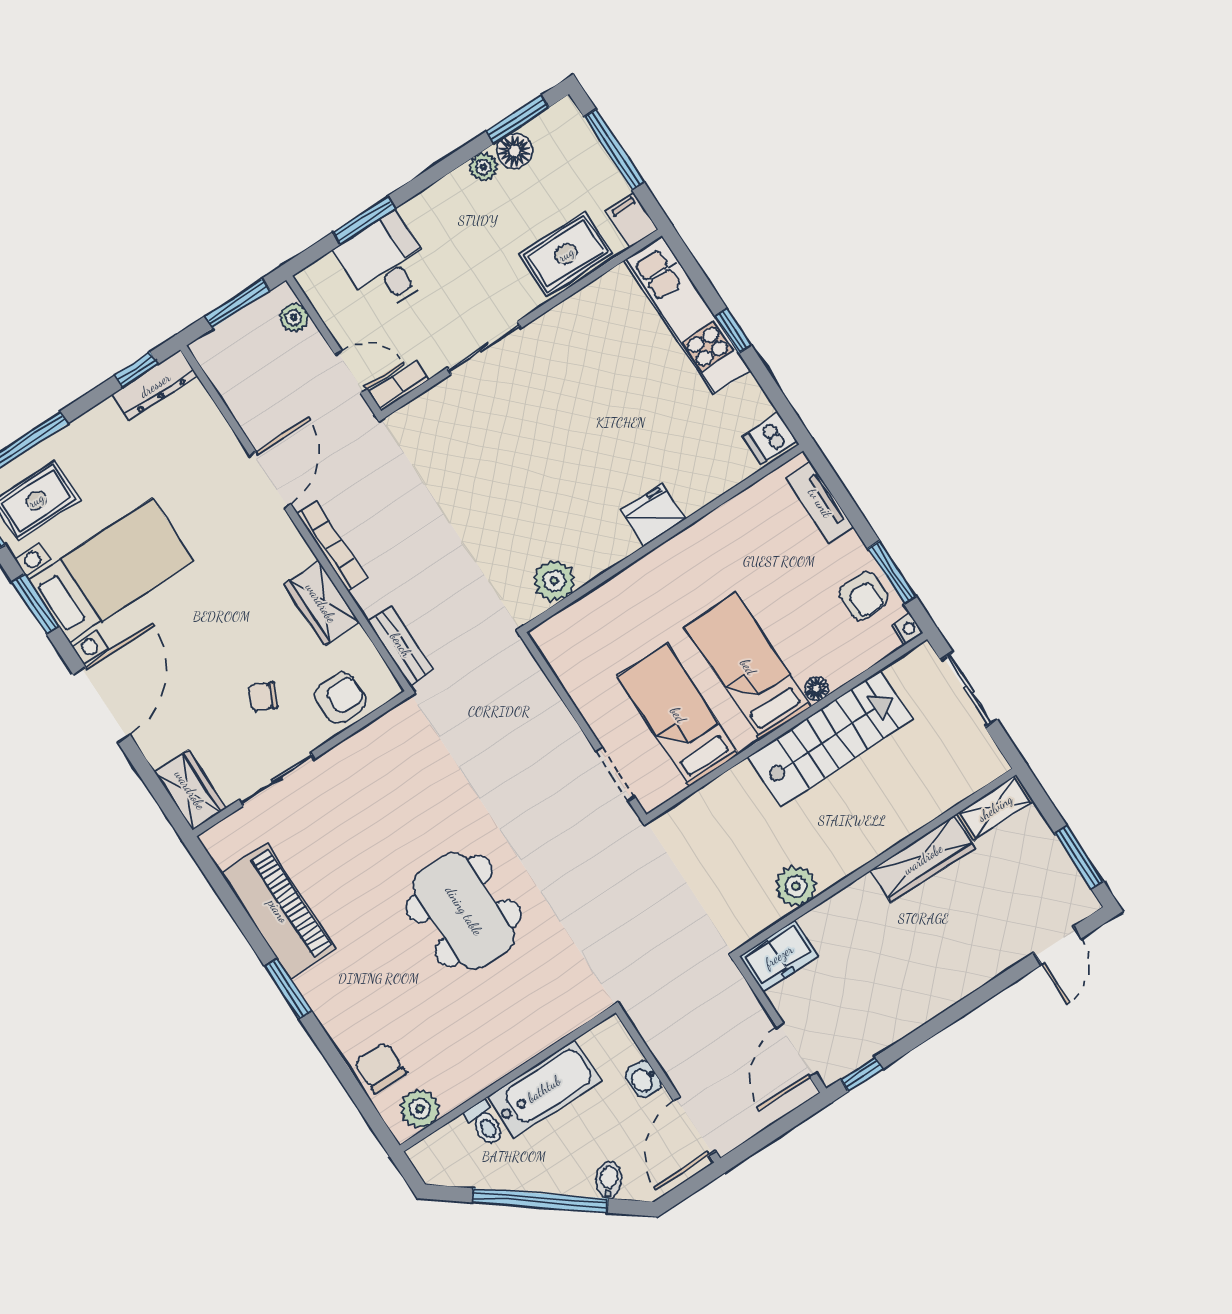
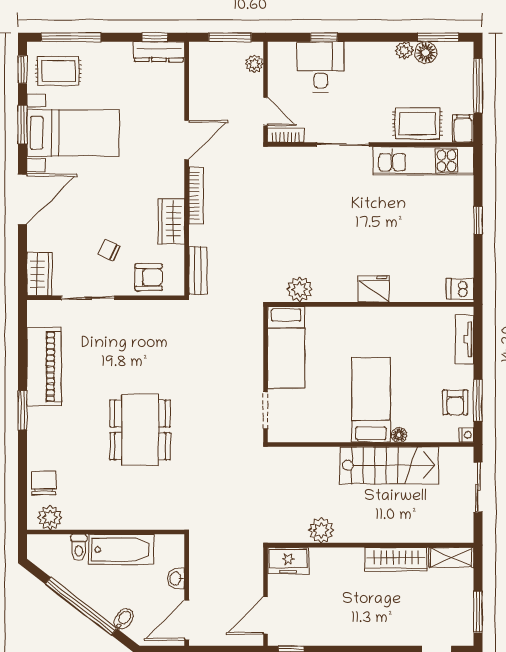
window: (364, 220) -> (324, 37), width x0.67
kitchen unit: (687, 315) -> (423, 161), moved, turned -90
bed: (678, 715) -> (286, 347), moved, turned 180

